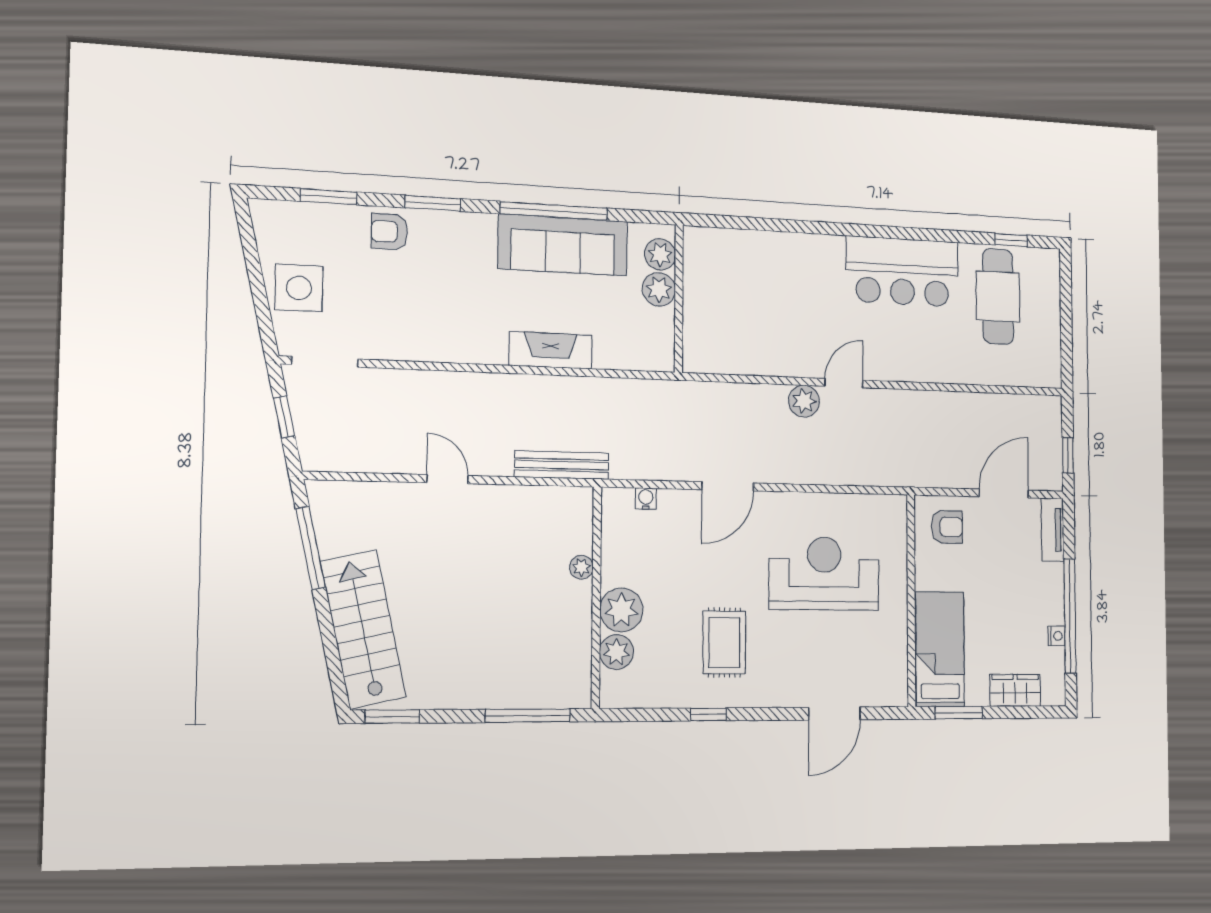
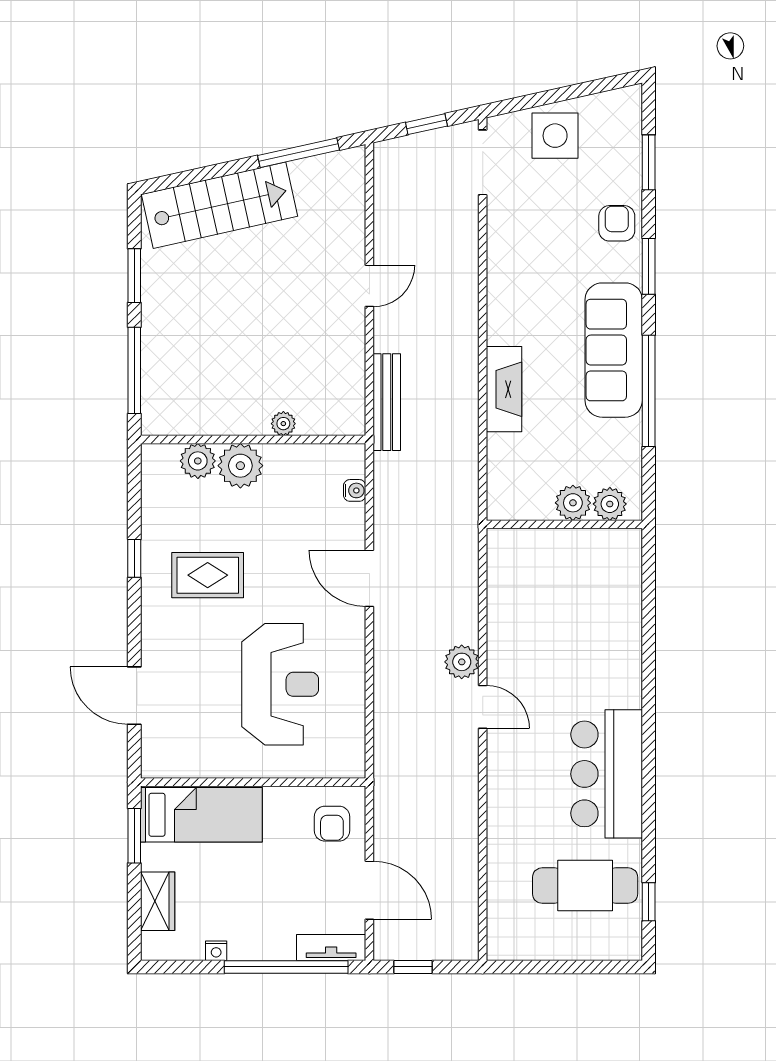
sofa: (563, 245) -> (614, 350), moved
window: (1070, 616) -> (286, 967), moved
window: (392, 717) -> (134, 276), moved

